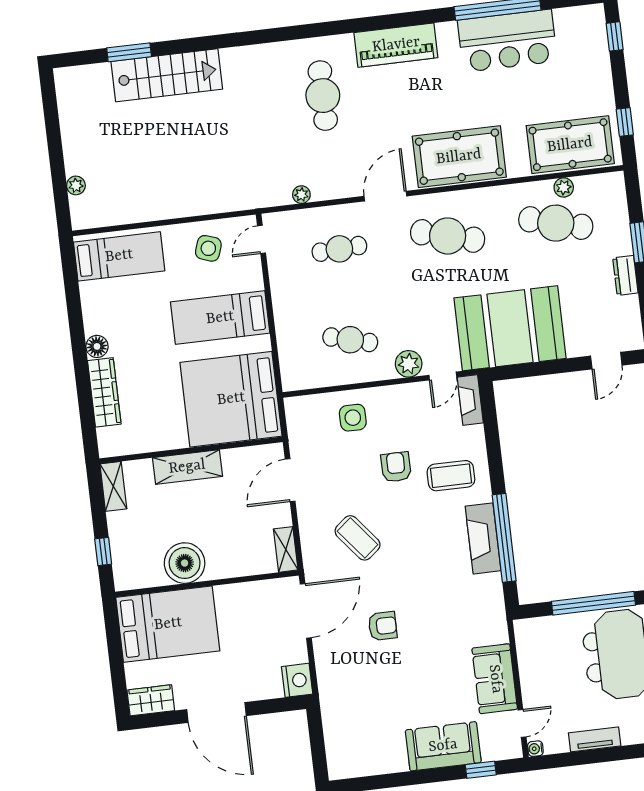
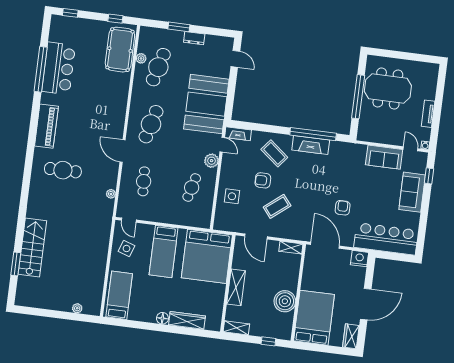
pool table: (459, 157) -> (112, 108), removed
coffee table: (451, 476) -> (274, 153), turned -51
coffee table: (358, 538) -> (277, 206), moved
bar counter: (346, 720) -> (386, 239), added

